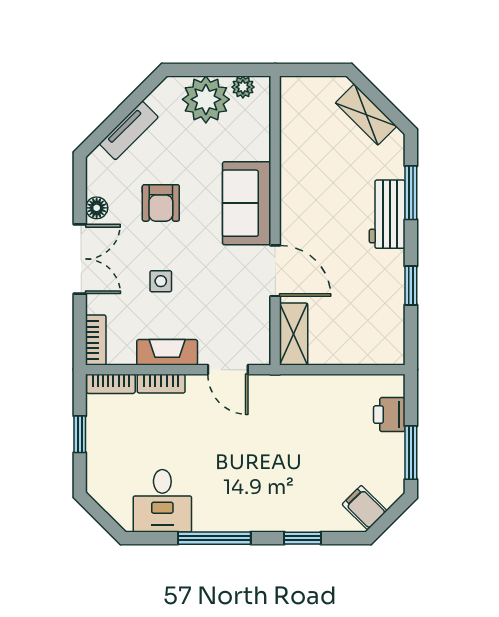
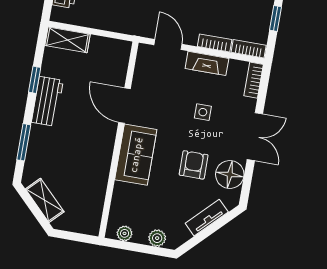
plant: (206, 99) -> (157, 238), width x0.53, depth x0.53
floor lamp: (97, 208) -> (230, 174), width x1.89, depth x1.89
workbench: (387, 214) -> (47, 101), moved
double door: (80, 259) -> (255, 137), swing flipped
shelving: (294, 334) -> (67, 40), moved, turned 90

